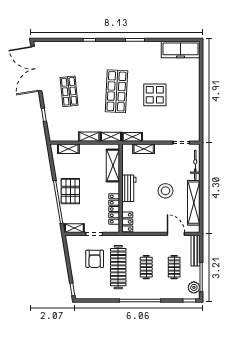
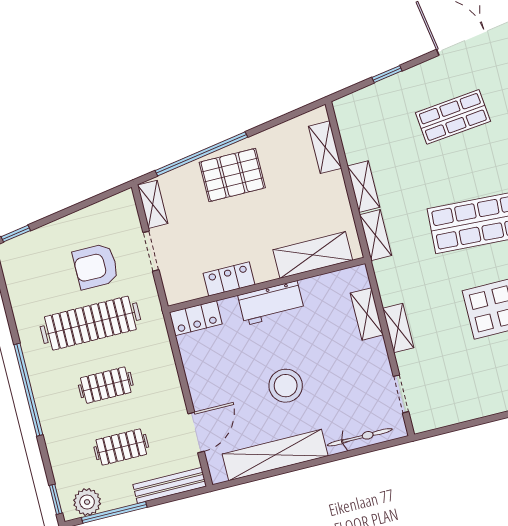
shelving: (132, 137) -> (398, 328), moved
locker: (114, 209) -> (229, 279), width x0.66

